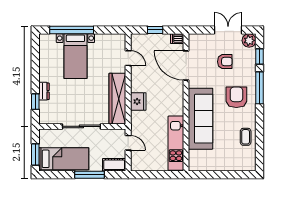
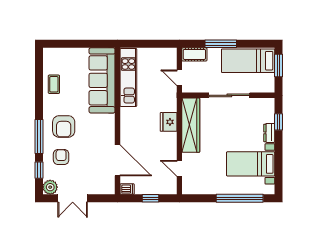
bed with nightstands: (75, 56) -> (251, 164), moved, turned -90
armchair: (225, 62) -> (61, 157), moved, turned 90
sofa: (201, 119) -> (102, 80), moved

